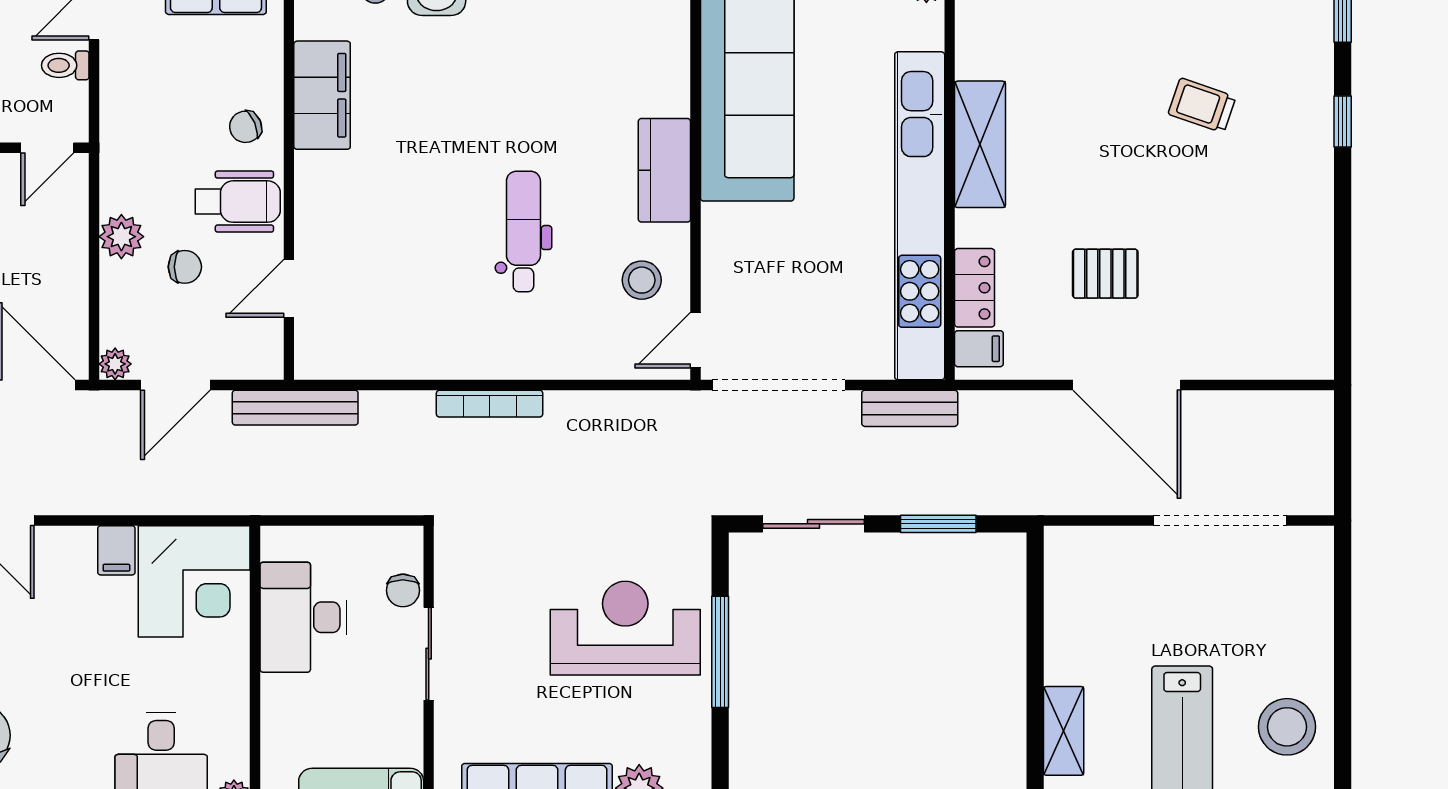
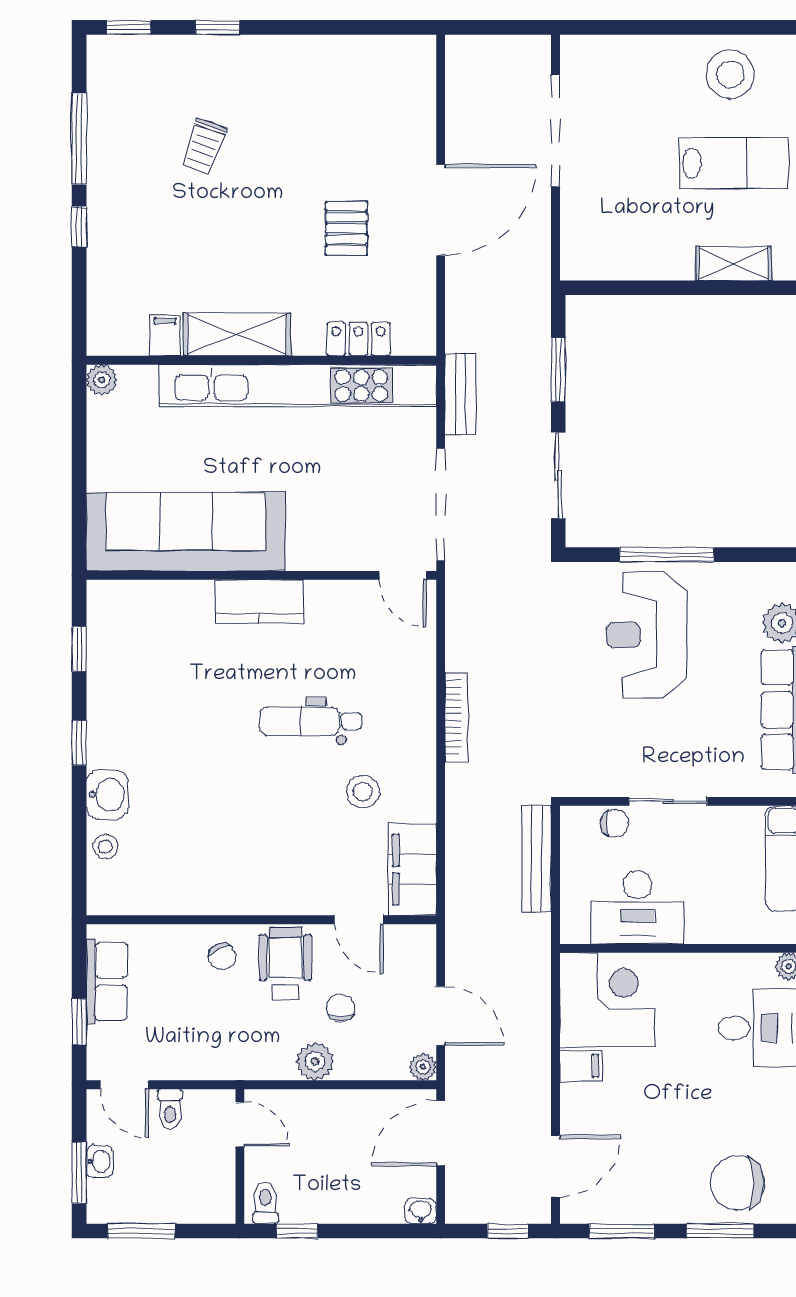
filing cabinet: (322, 95) -> (413, 869), moved, turned -90
stool: (642, 280) -> (363, 792), moved
filing cabinet: (979, 349) -> (165, 335), moved
bookcase: (490, 404) -> (456, 717), moved
bench: (295, 408) -> (536, 859), moved

